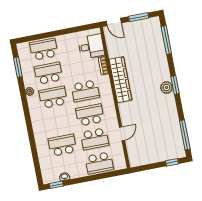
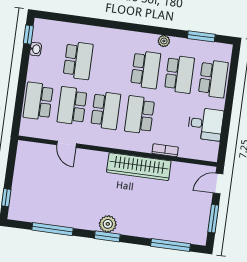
desk: (91, 46) -> (205, 124), moved, turned -90
window: (185, 135) -> (52, 229), moved

